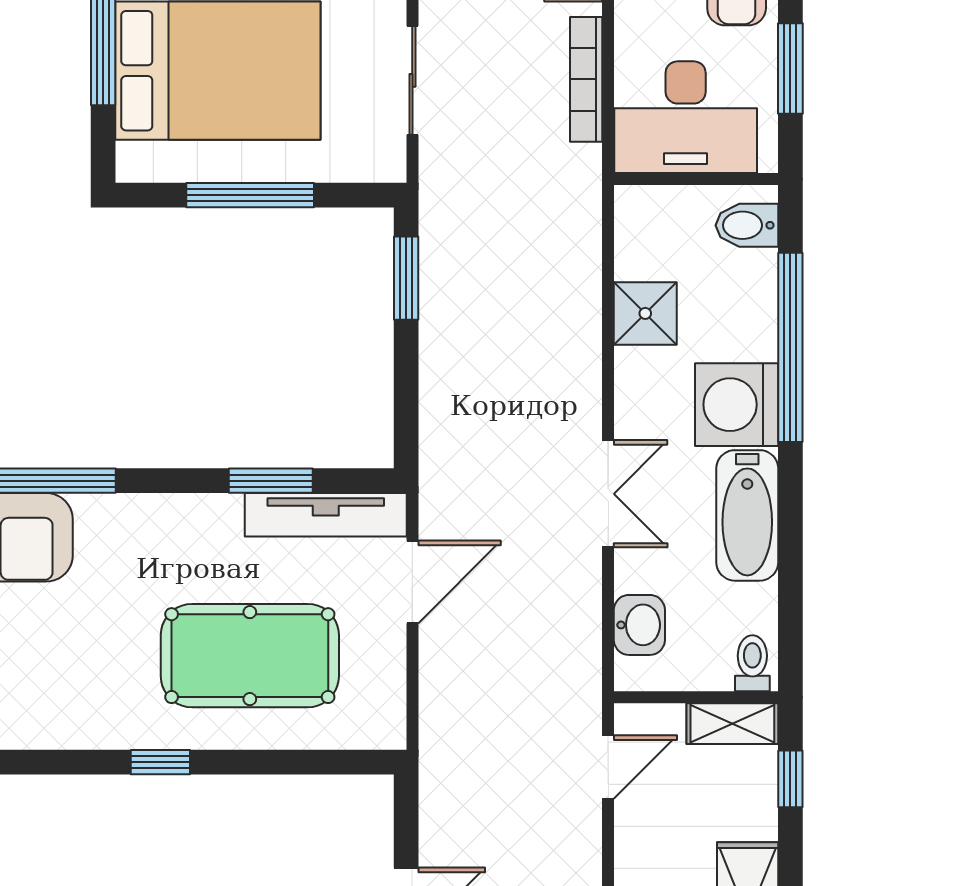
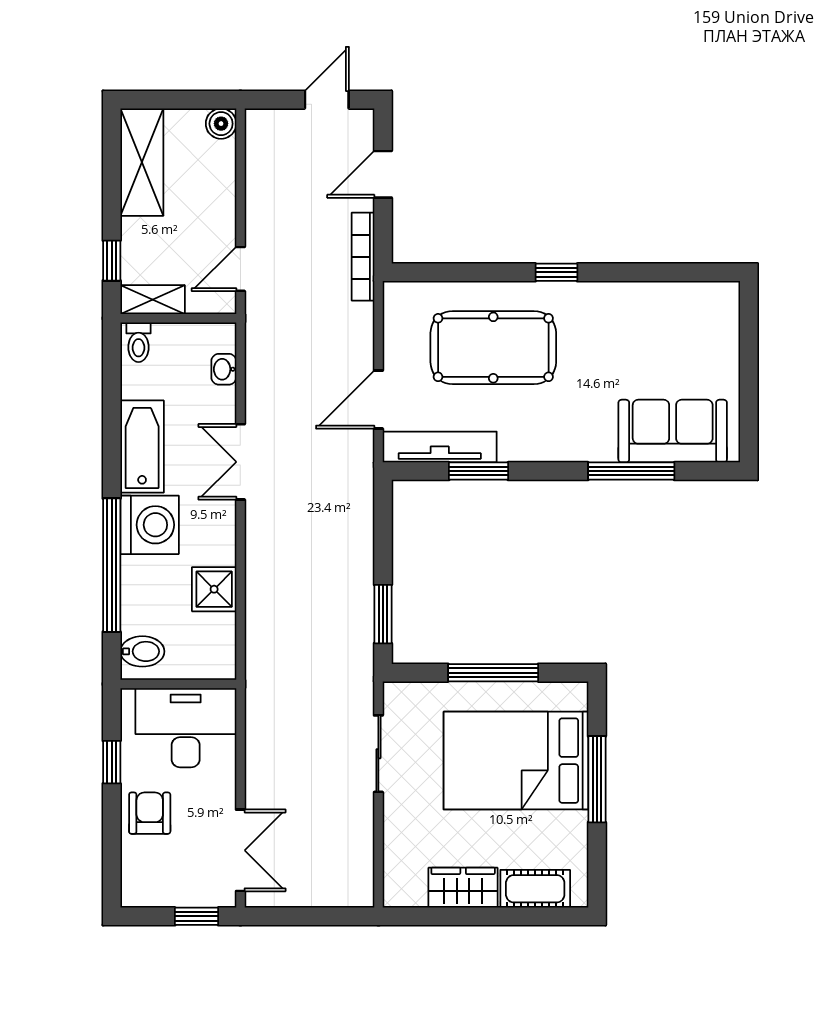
window: (790, 68) -> (112, 762), width x0.67
bookcase: (586, 79) -> (363, 257), moved, turned 180
washbasin: (639, 625) -> (224, 369), width x0.72, depth x0.69

